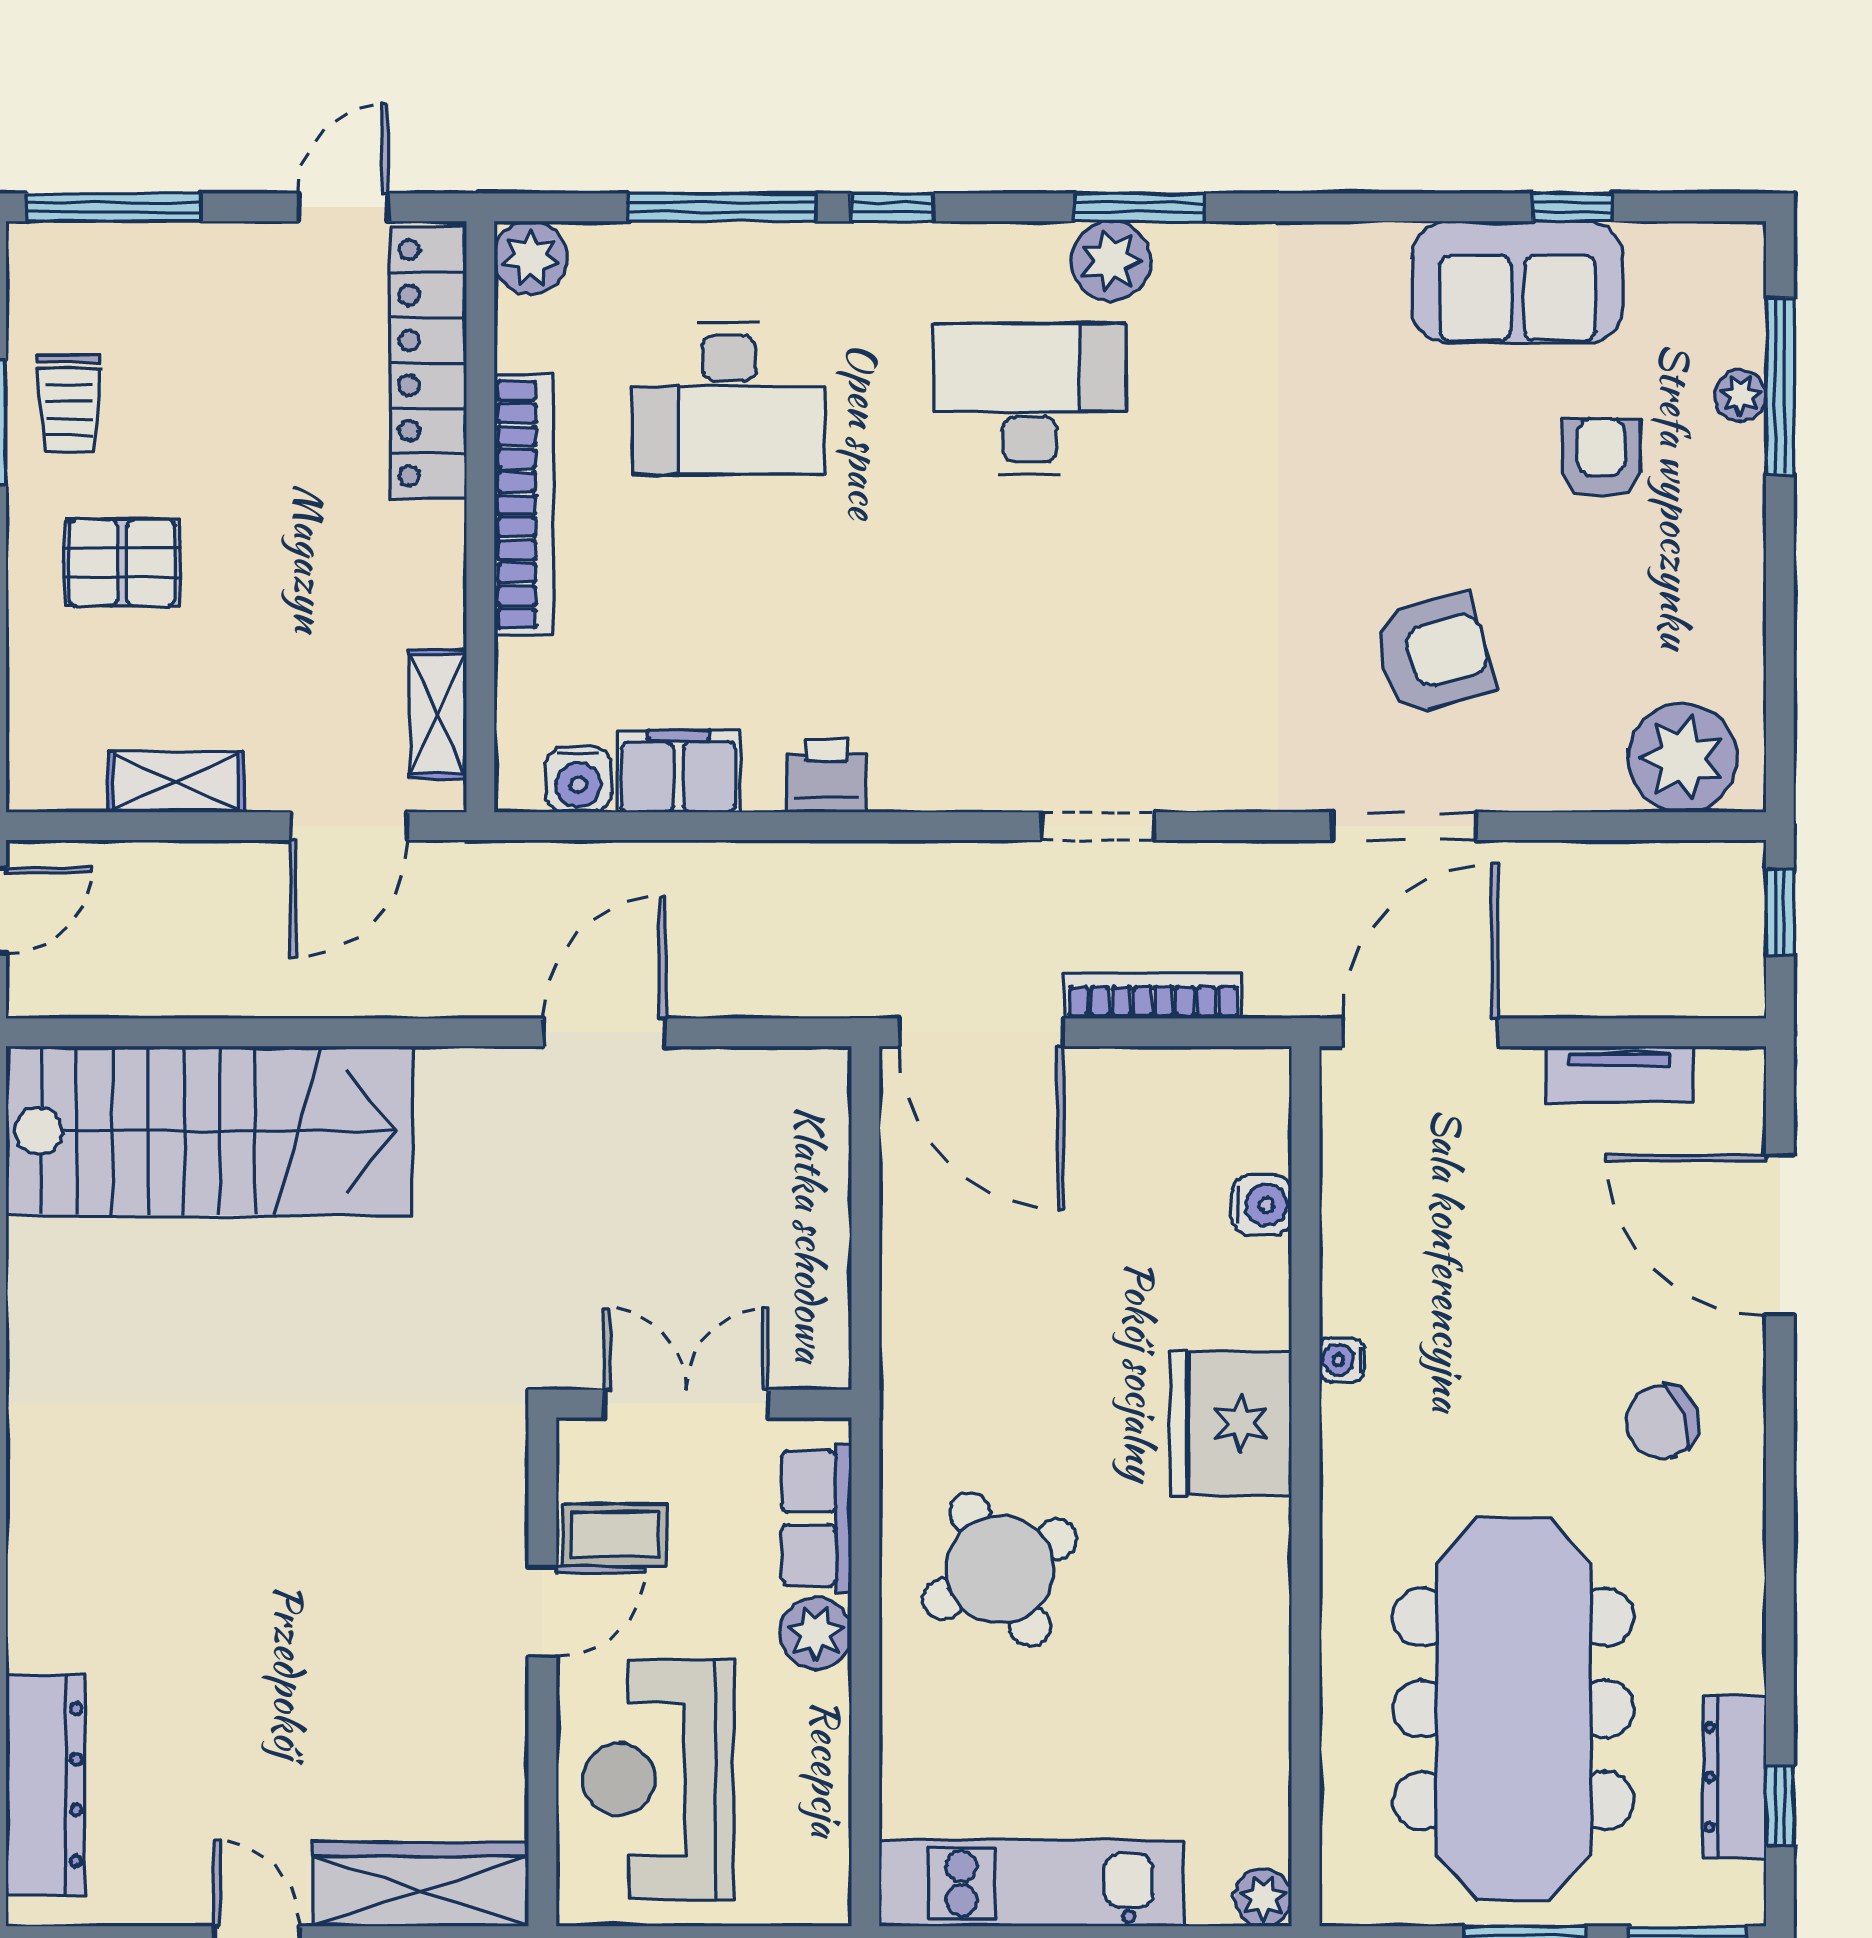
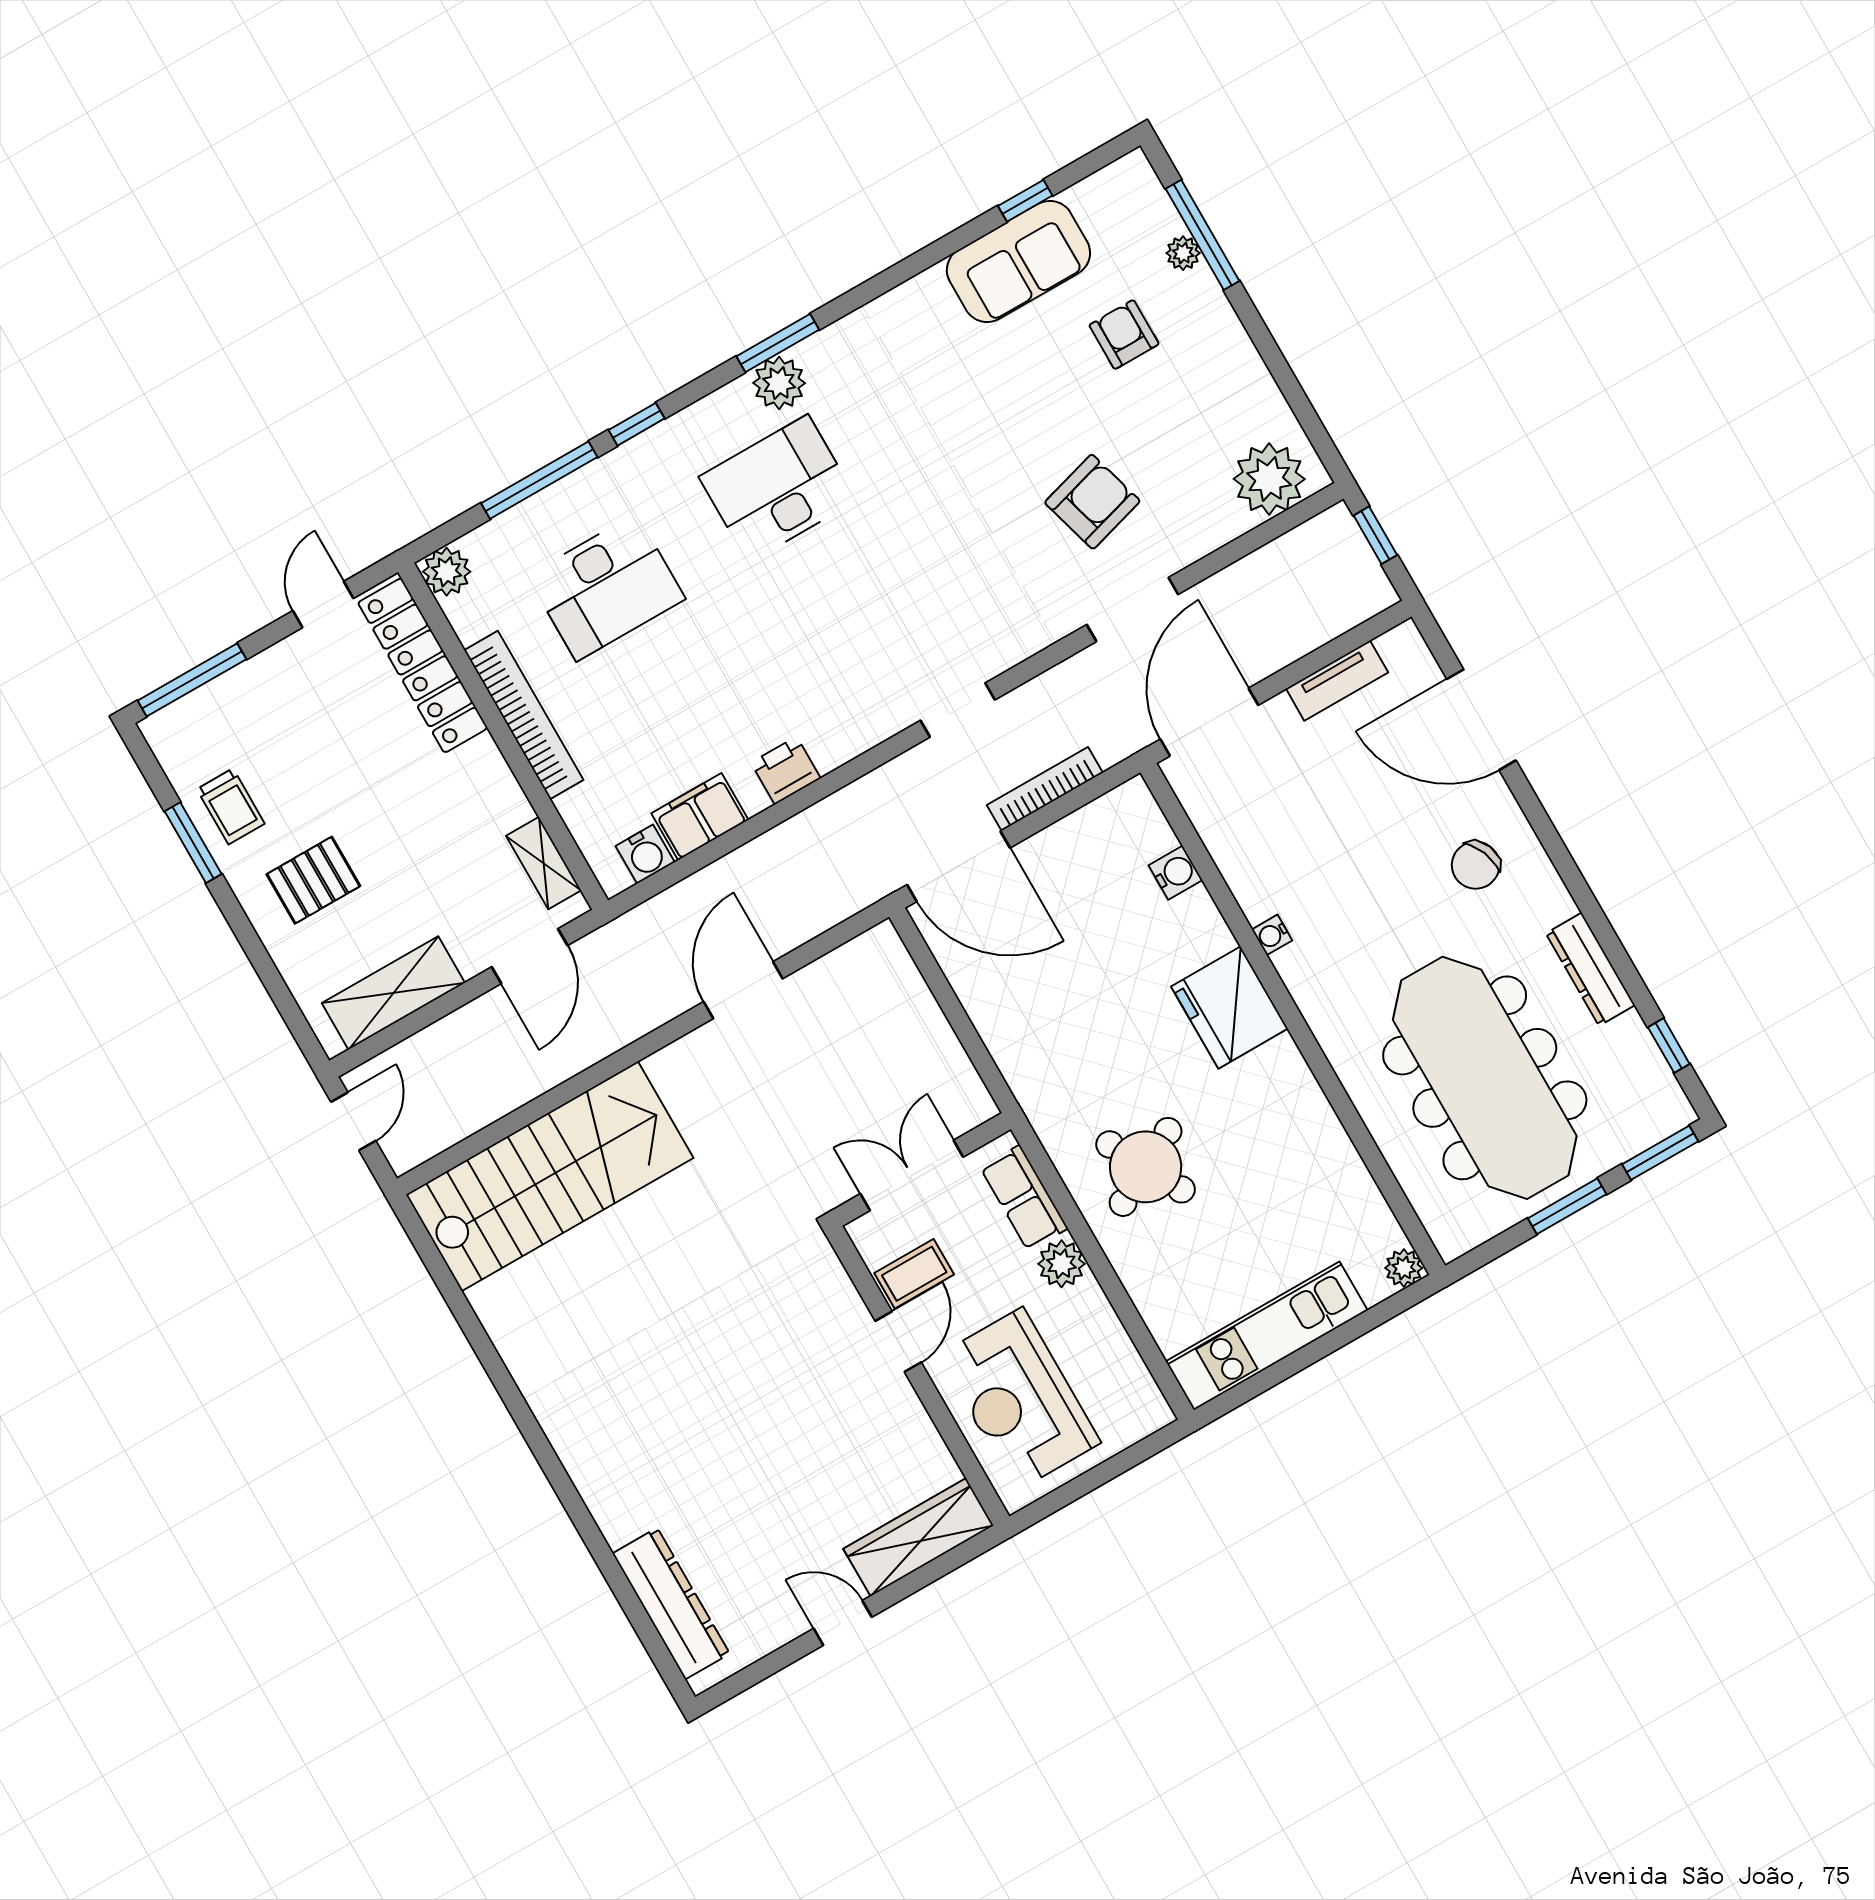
shelving: (176, 782) -> (393, 993), width x1.50, depth x1.33
dresser: (1734, 1777) -> (1590, 969), moved

